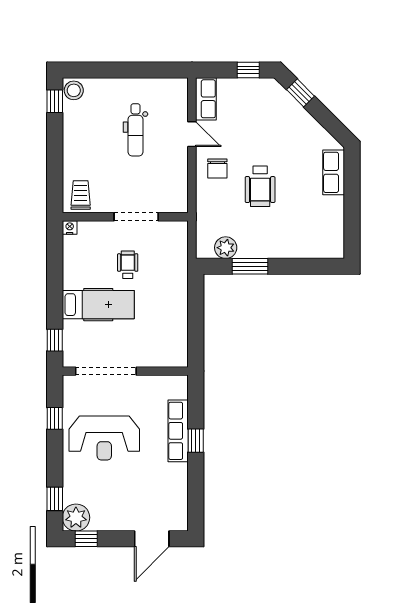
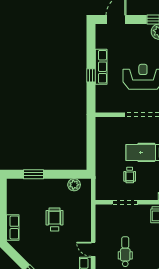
chair: (217, 168) -> (79, 230), removed
window: (250, 266) -> (33, 174), moved
row of seats: (178, 431) -> (101, 67), moved

